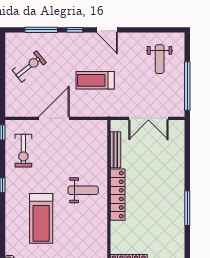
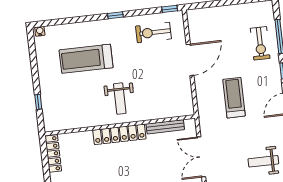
exercise bike: (29, 66) -> (260, 43), moved, turned 39
door: (54, 118) -> (190, 60), hinge flipped

